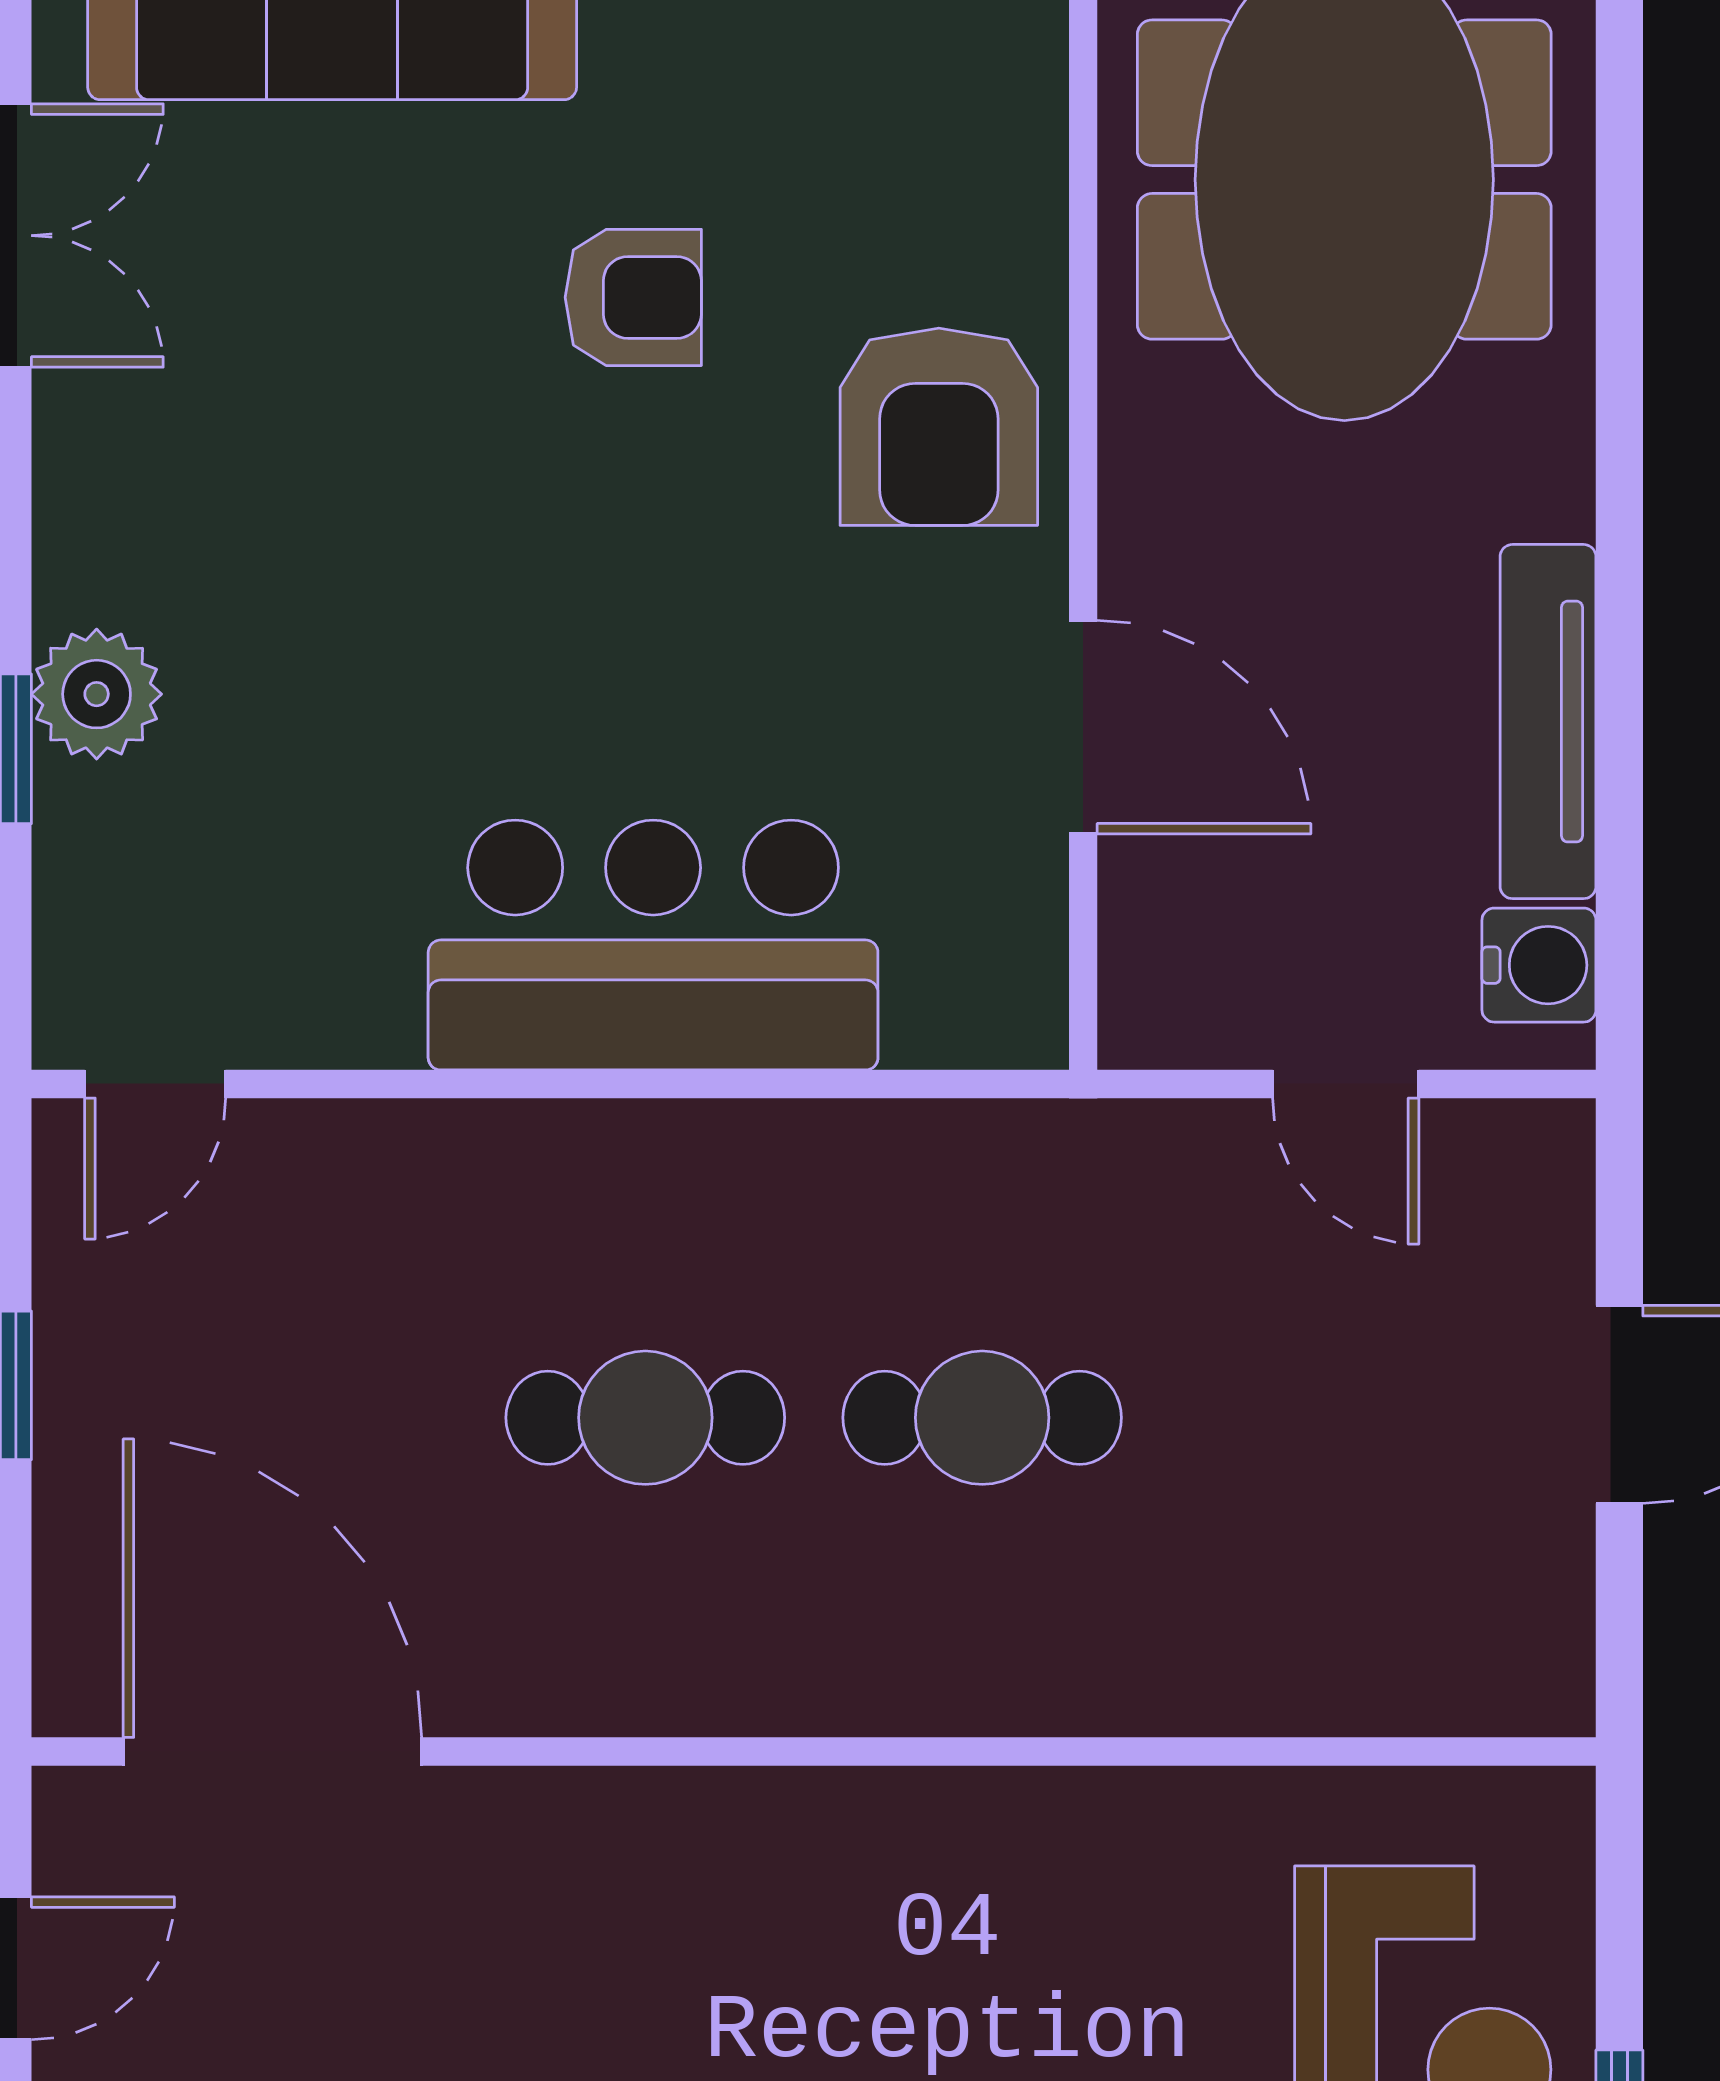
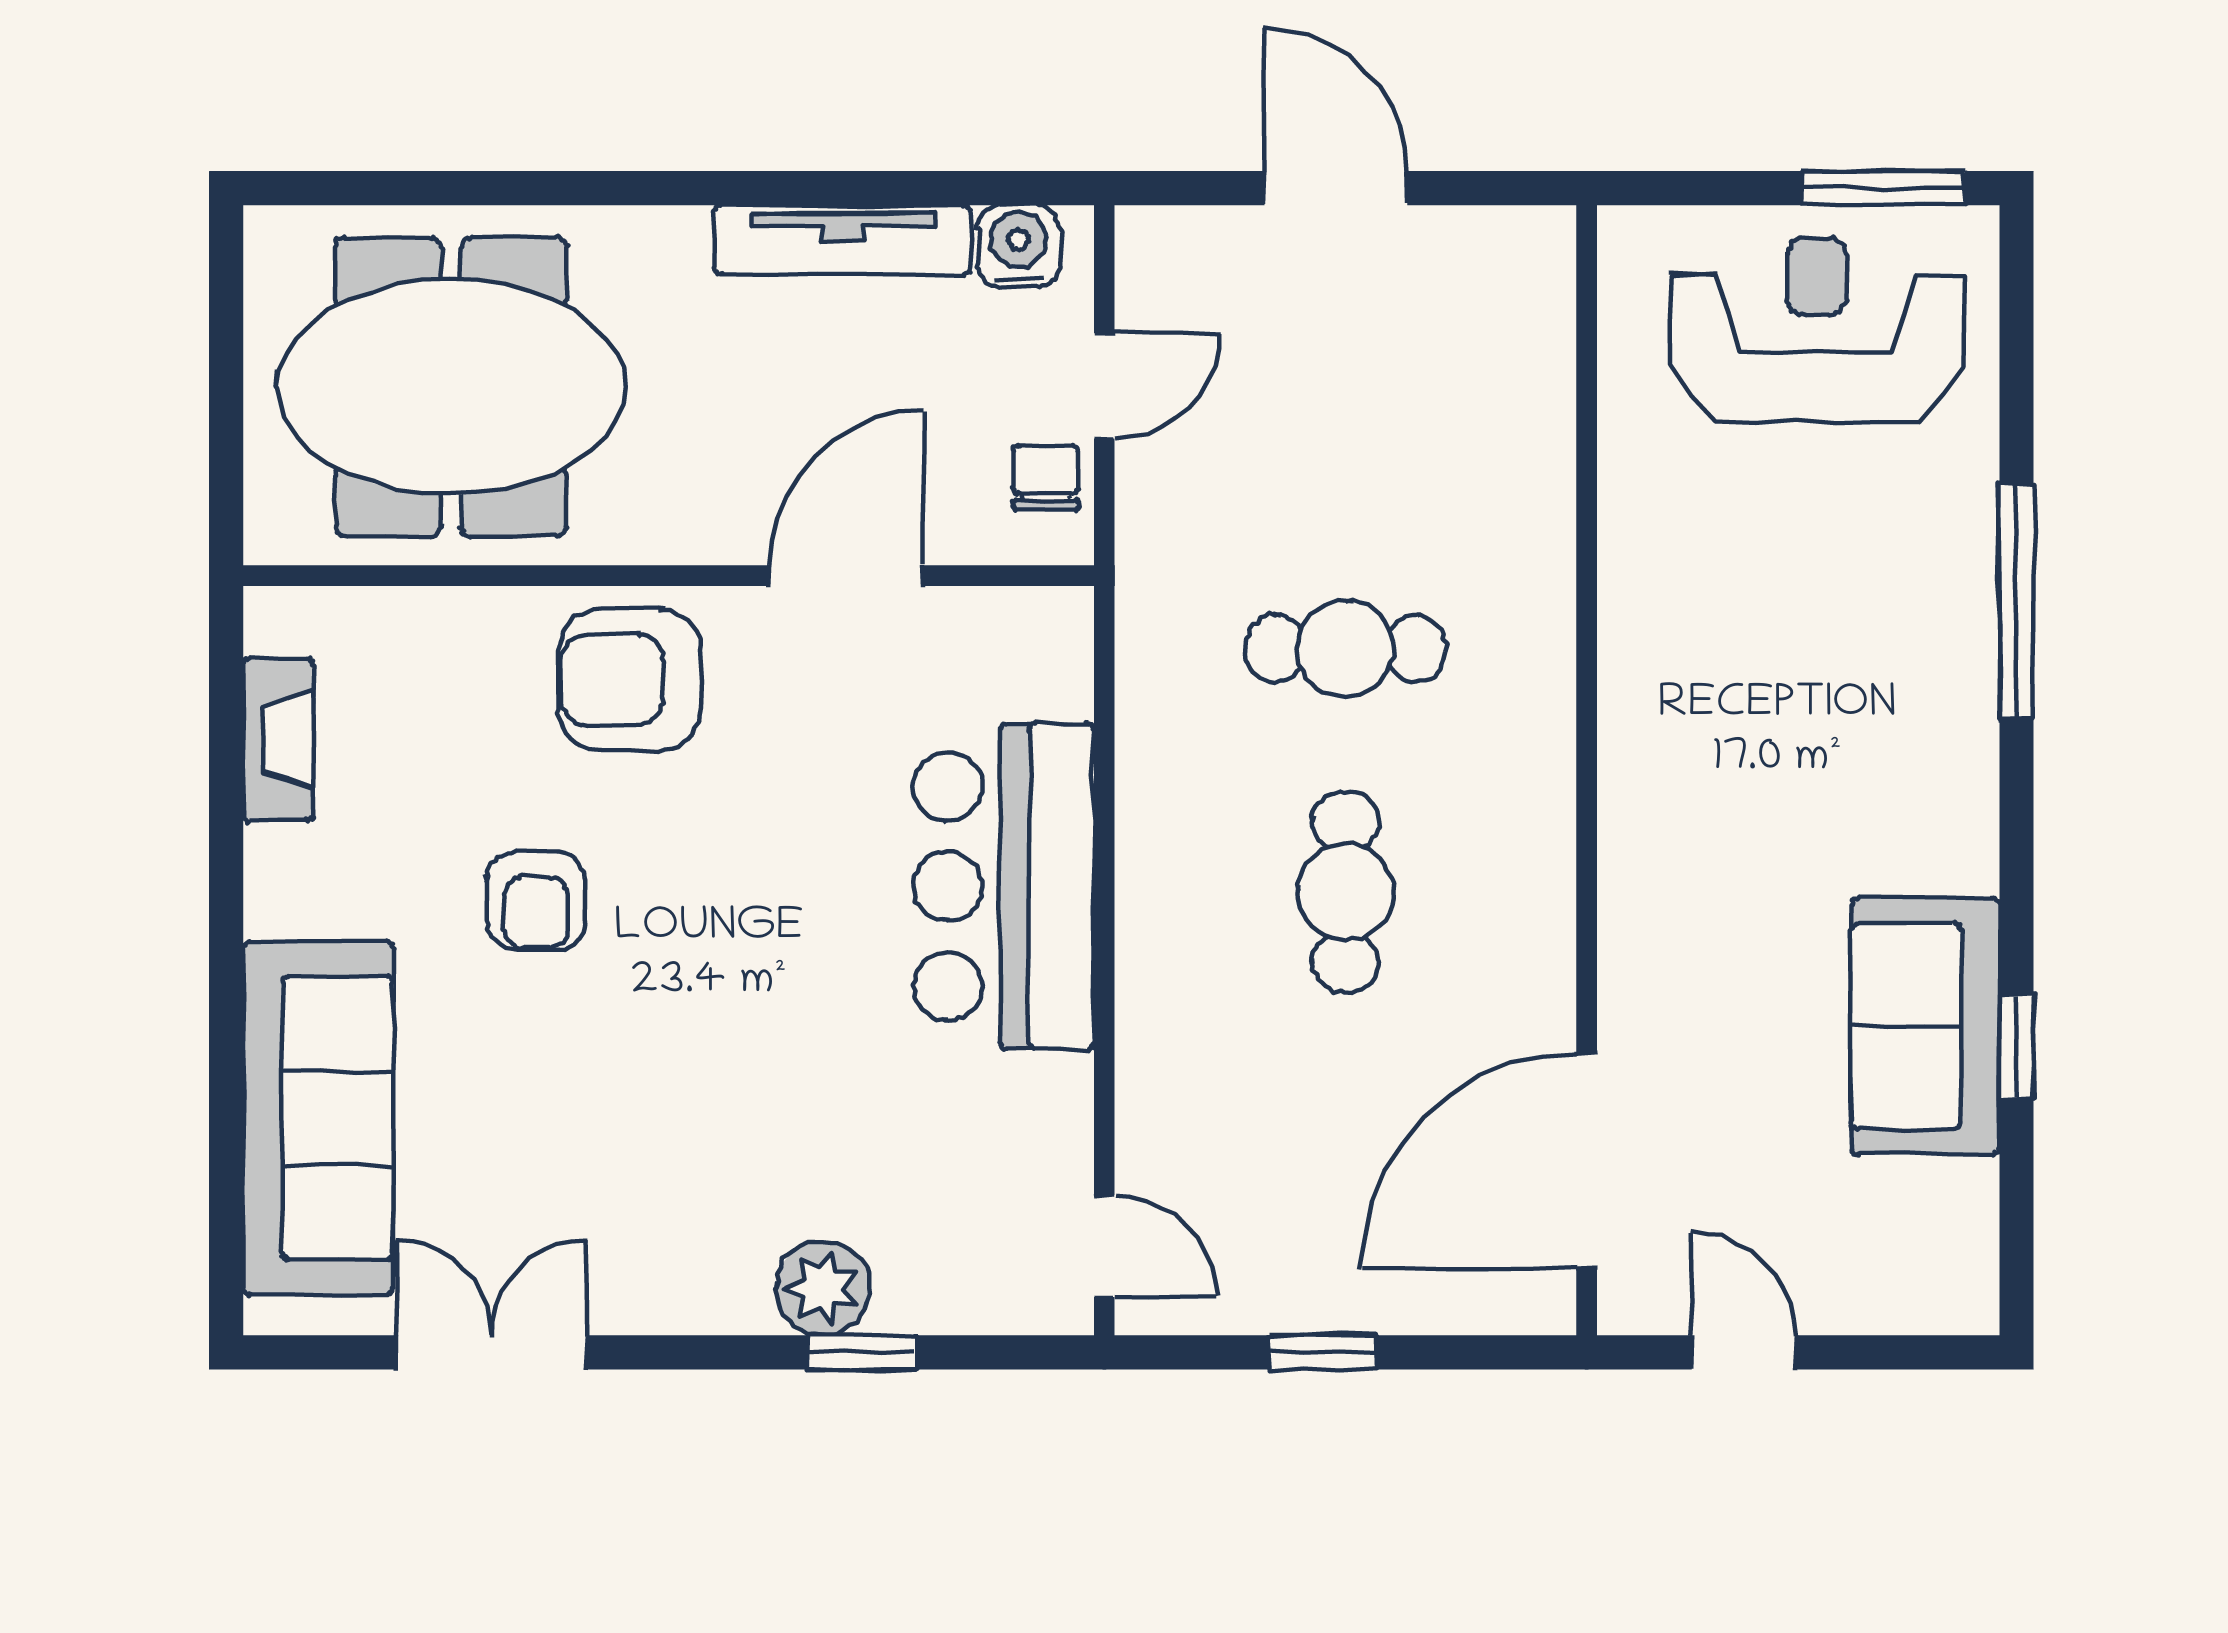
armchair: (633, 297) -> (536, 901), turned 180
armchair: (939, 427) -> (629, 680), turned 180
chair: (1219, 1003) -> (1046, 477), added
cafe table: (982, 1418) -> (1345, 649), turned 90

